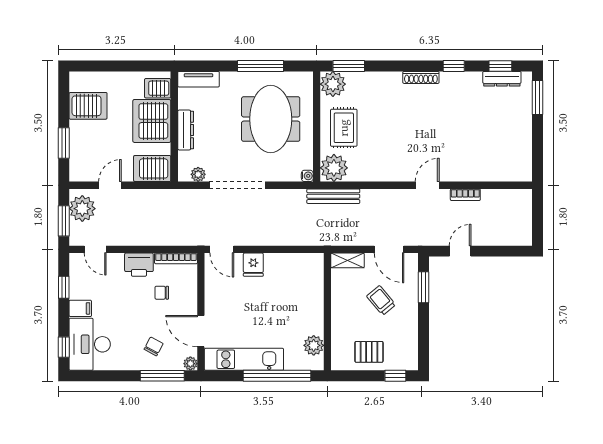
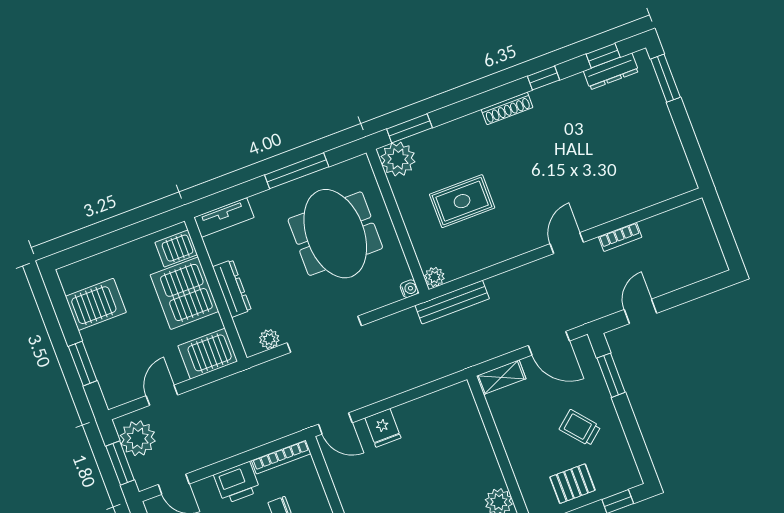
rug: (344, 128) -> (462, 201), moved, turned 90
plant: (334, 168) -> (434, 277), width x0.53, depth x0.53
trolley: (381, 300) -> (580, 428), moved

